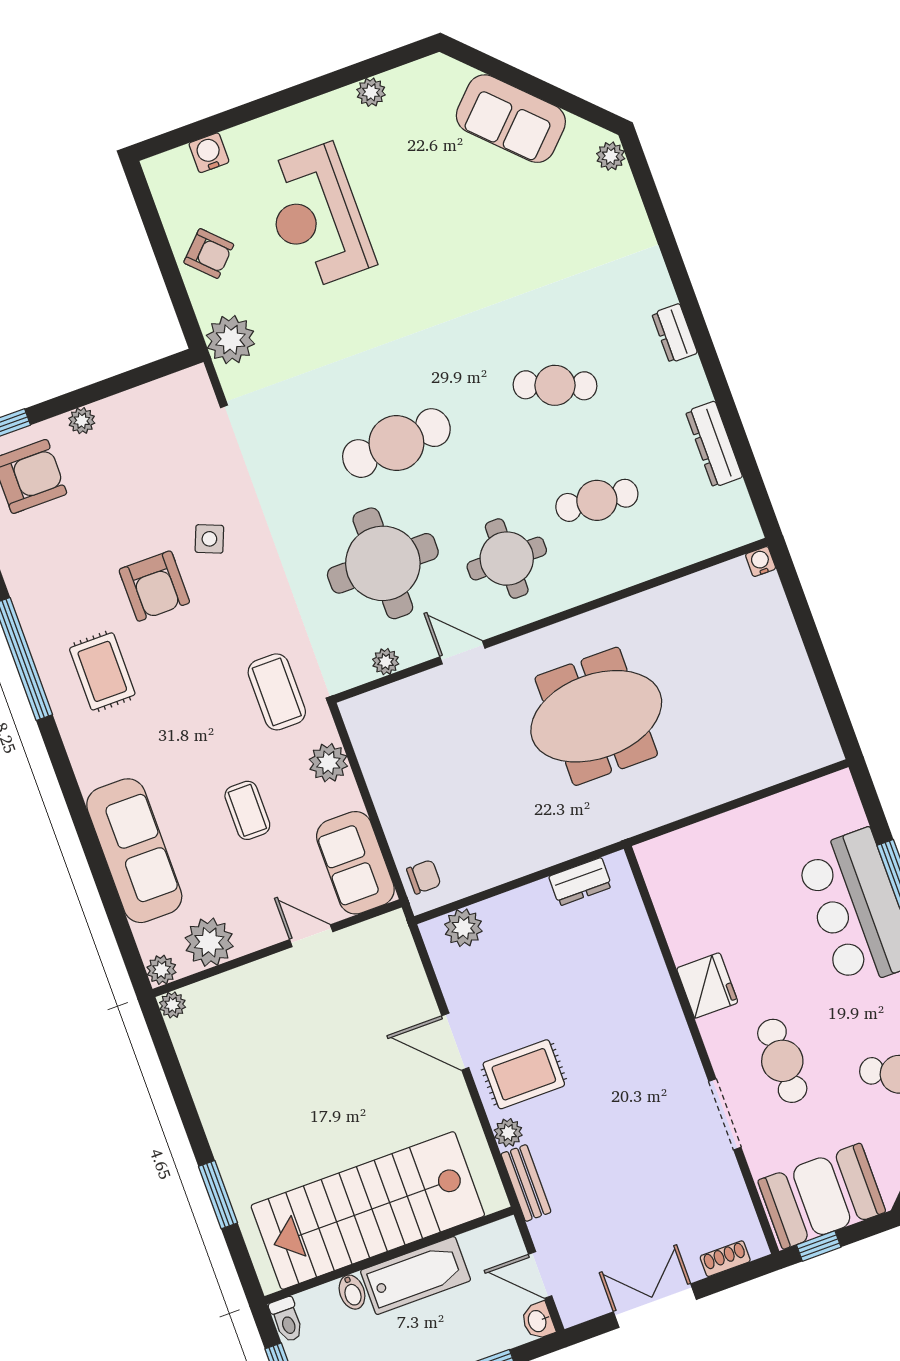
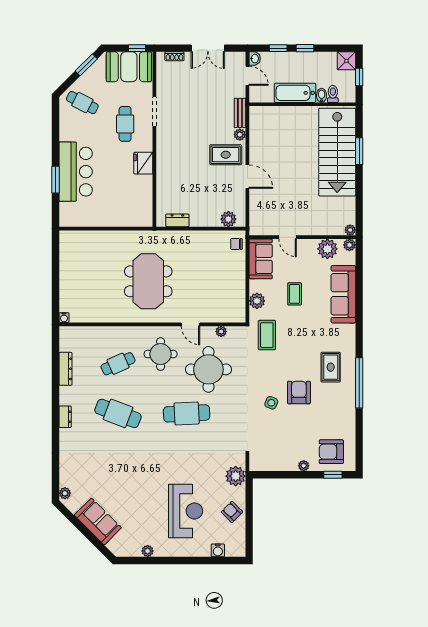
cafe table: (555, 385) -> (118, 413), width x1.37, depth x1.35
cafe table: (597, 500) -> (118, 364), turned -30
meeting table: (596, 716) -> (148, 281), turned 90
stairs: (368, 1210) -> (337, 152), moved, turned 90
toilet: (287, 1320) -> (333, 94), moved

